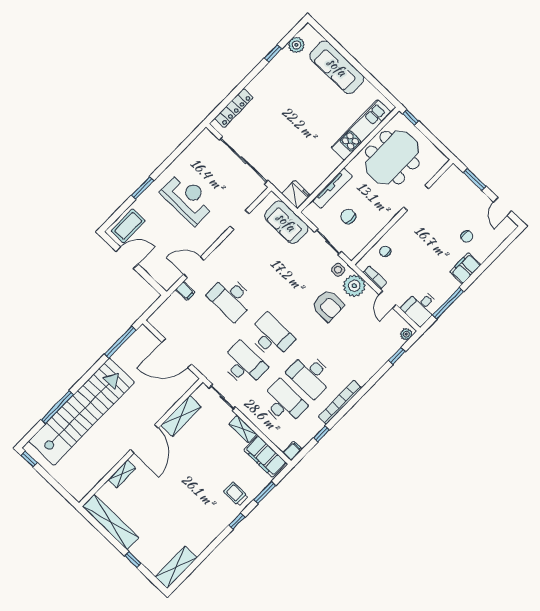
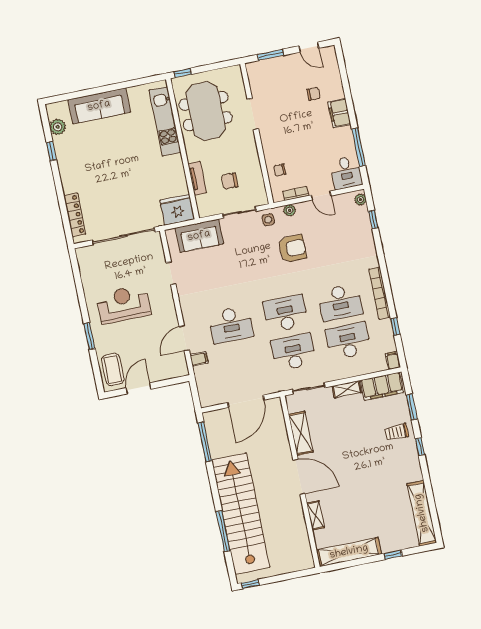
tv unit: (332, 188) -> (197, 178), width x0.71
fridge: (296, 195) -> (177, 210), width x1.36, depth x1.34
plant: (354, 286) -> (290, 210), width x0.53, depth x0.53
shelving: (176, 567) -> (422, 513), width x1.47

